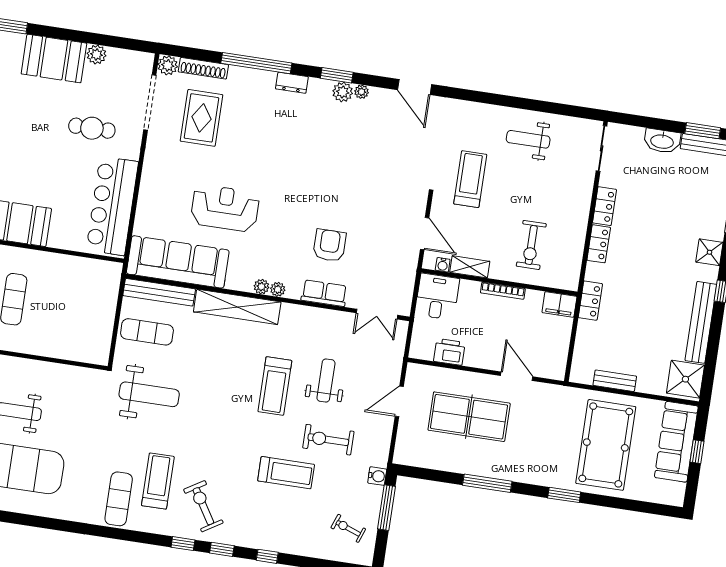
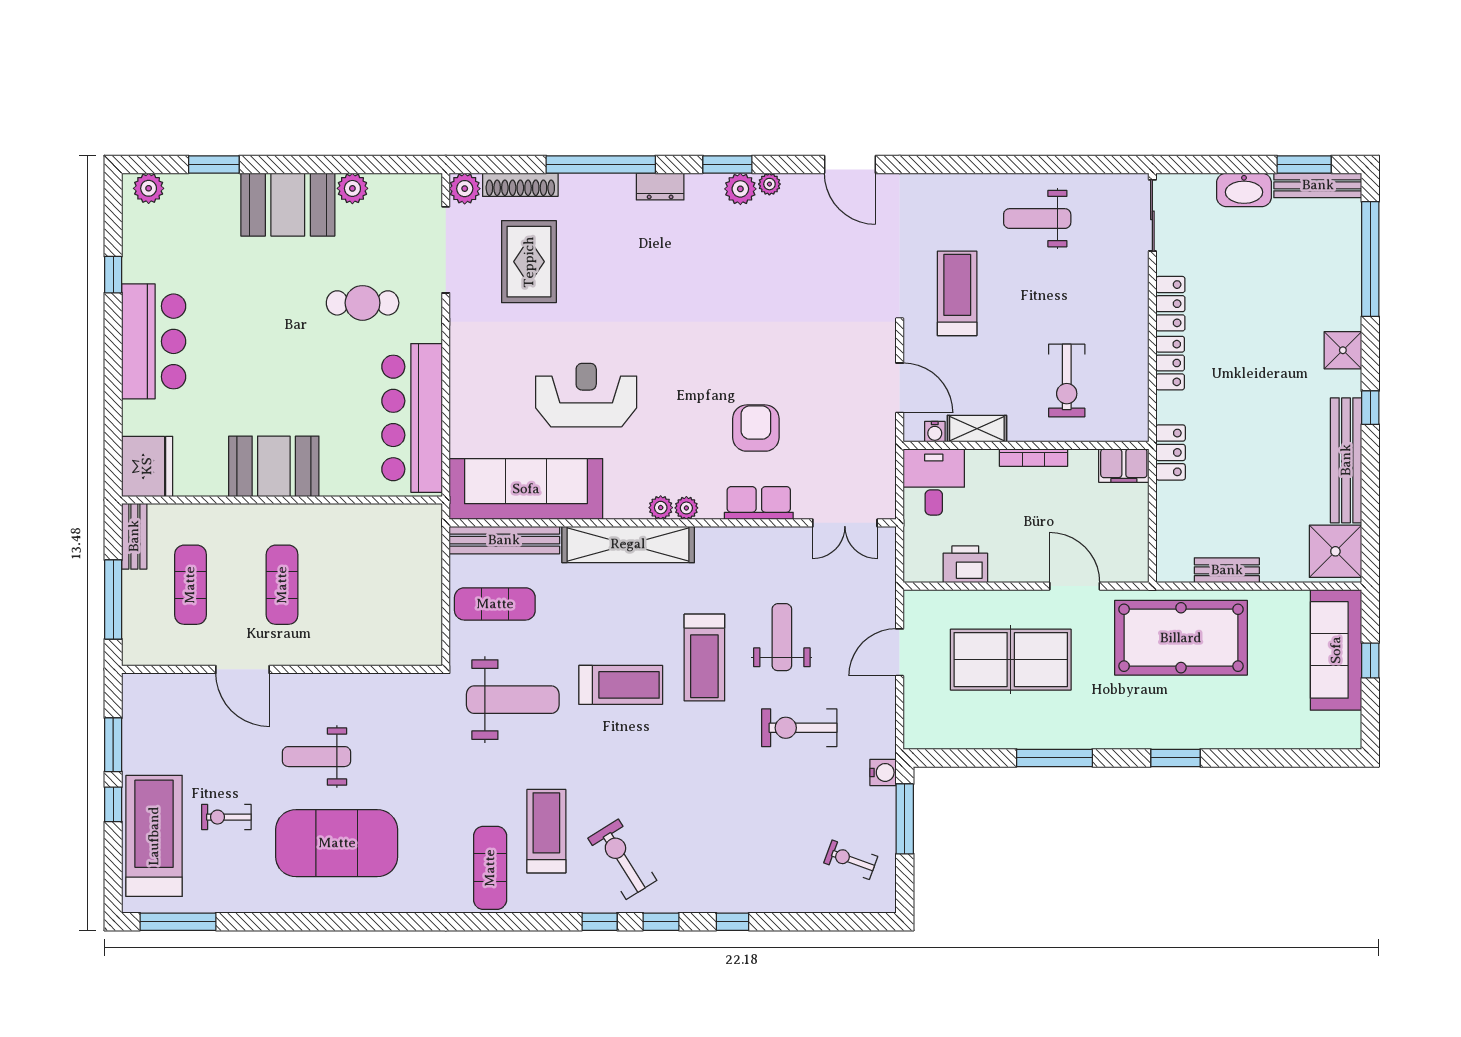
pool table: (606, 445) -> (1181, 638), moved, turned 90
treadmill: (286, 473) -> (621, 685), moved

